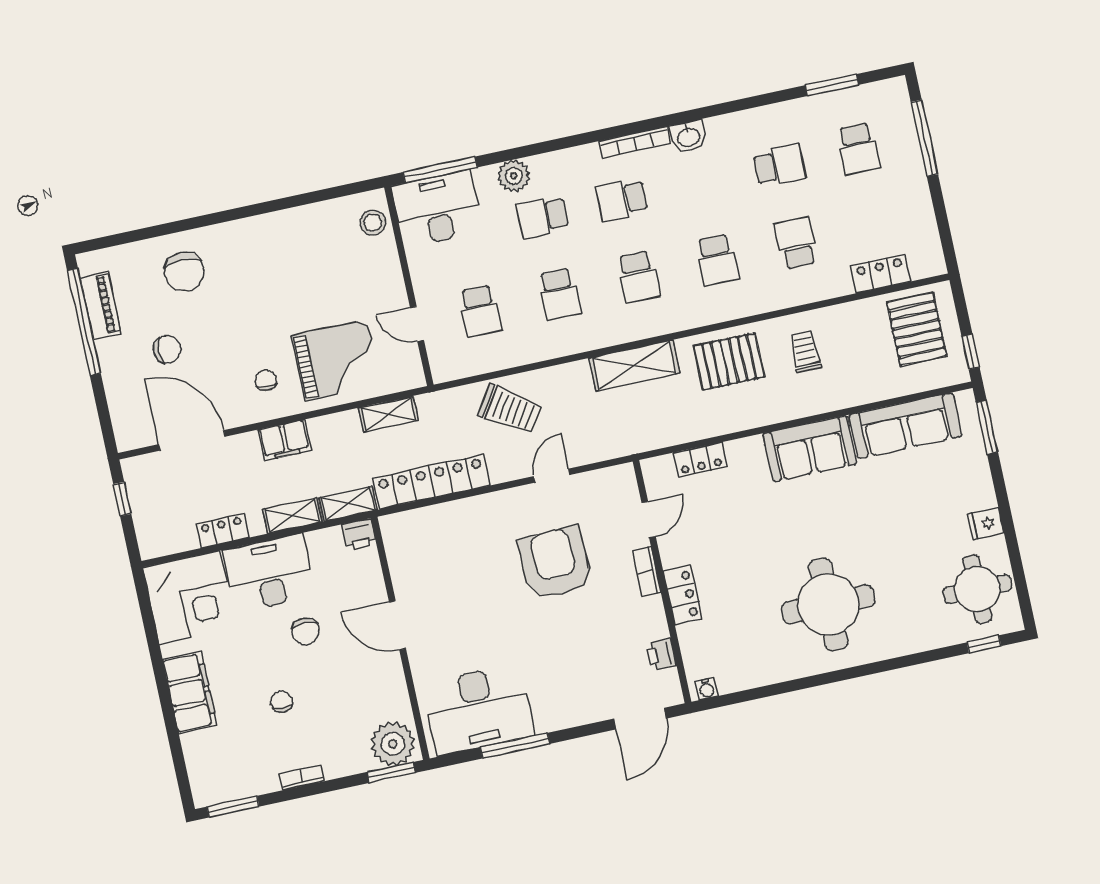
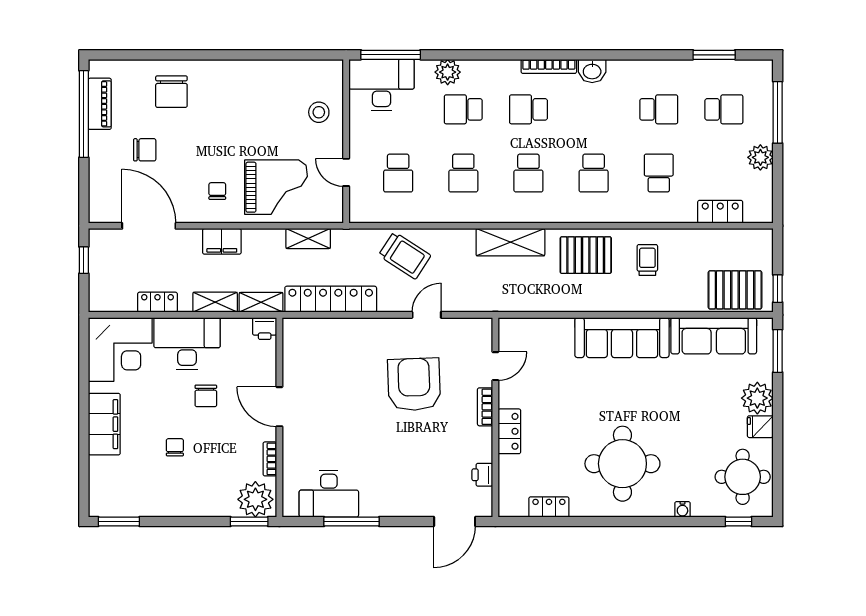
school desk: (858, 149) -> (724, 109), turned -90
plant: (915, 197) -> (760, 157), added
stool: (373, 223) -> (319, 112), moved
pallet: (917, 329) -> (735, 290), moved, turned 90
sofa: (810, 449) -> (622, 338), width x1.36
locker: (700, 460) -> (549, 507), moved, turned 180
plant: (974, 490) -> (757, 398), added
water cooler: (707, 689) -> (682, 509), moved
desk: (479, 709) -> (329, 494), width x0.73, depth x0.77
bookcase: (302, 777) -> (270, 459), moved, turned -90

